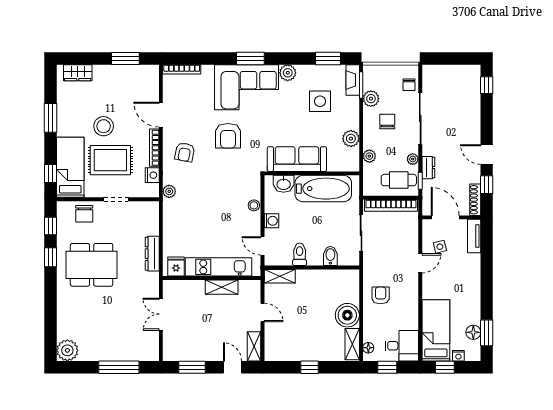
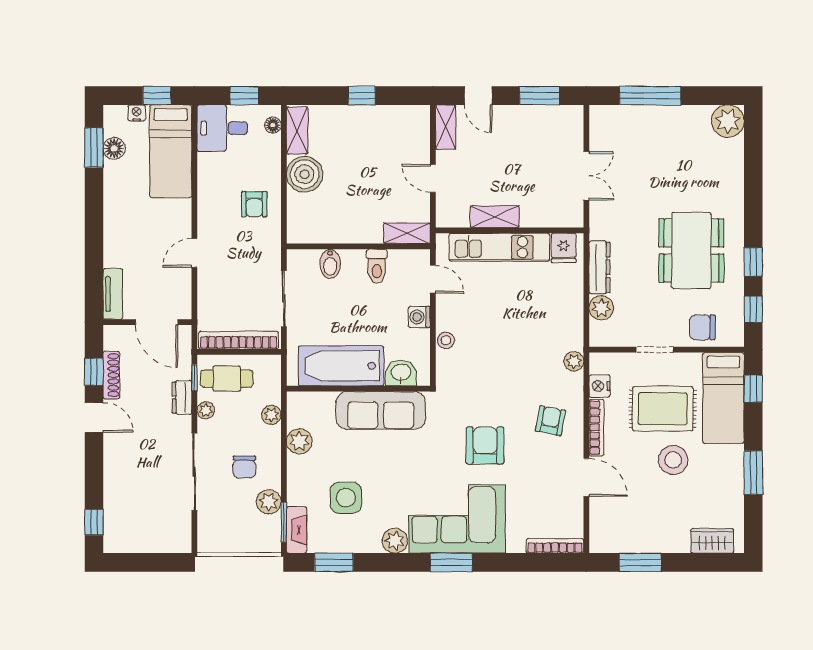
chair: (409, 85) -> (211, 523), removed
shoe rack: (475, 200) -> (111, 375), moved
chair: (84, 214) -> (702, 327), turned -90
plant: (151, 227) -> (601, 308), added
side table: (440, 247) -> (165, 278), removed
dining table: (92, 265) -> (691, 250), turned 90

